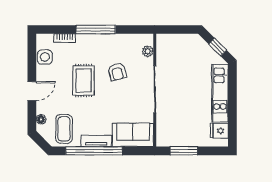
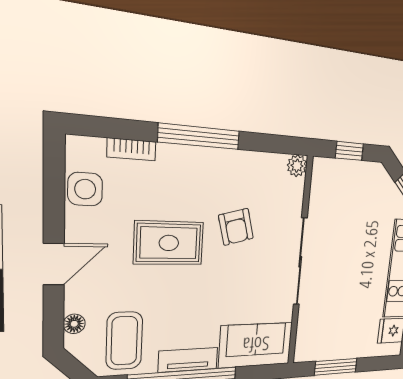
window: (177, 30) -> (349, 151), added
plant: (148, 51) -> (297, 166), moved
rug: (84, 81) -> (169, 243), turned 90

